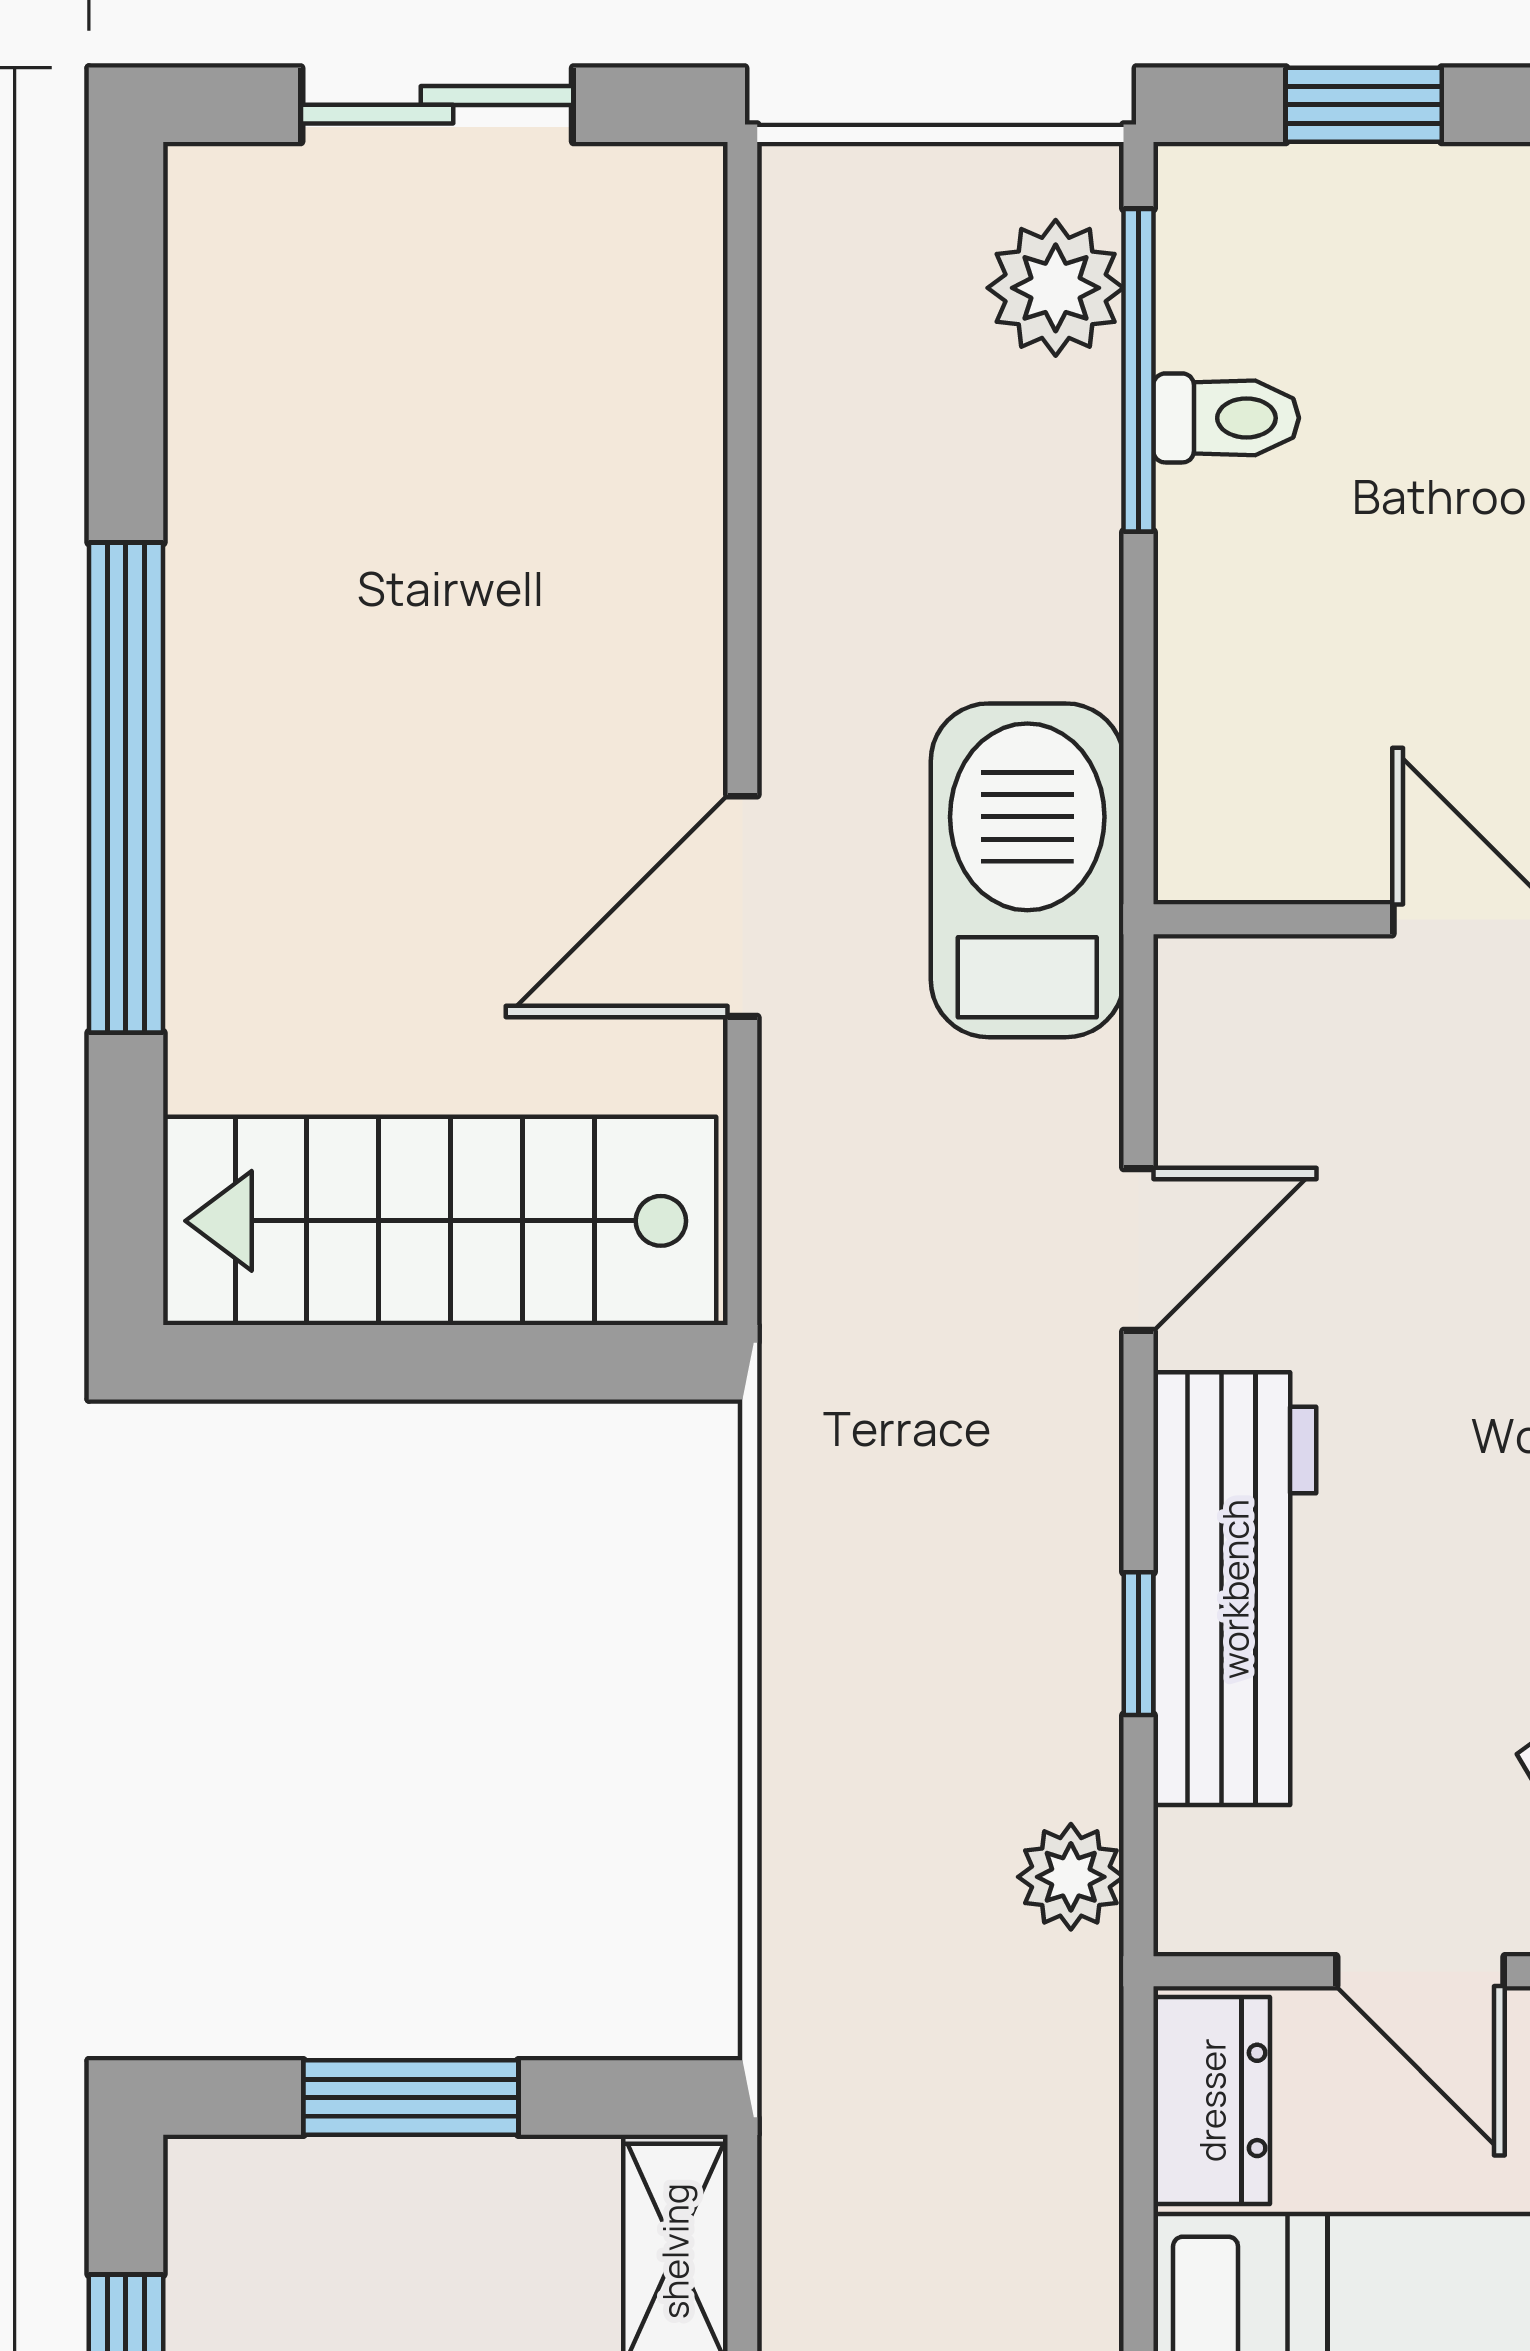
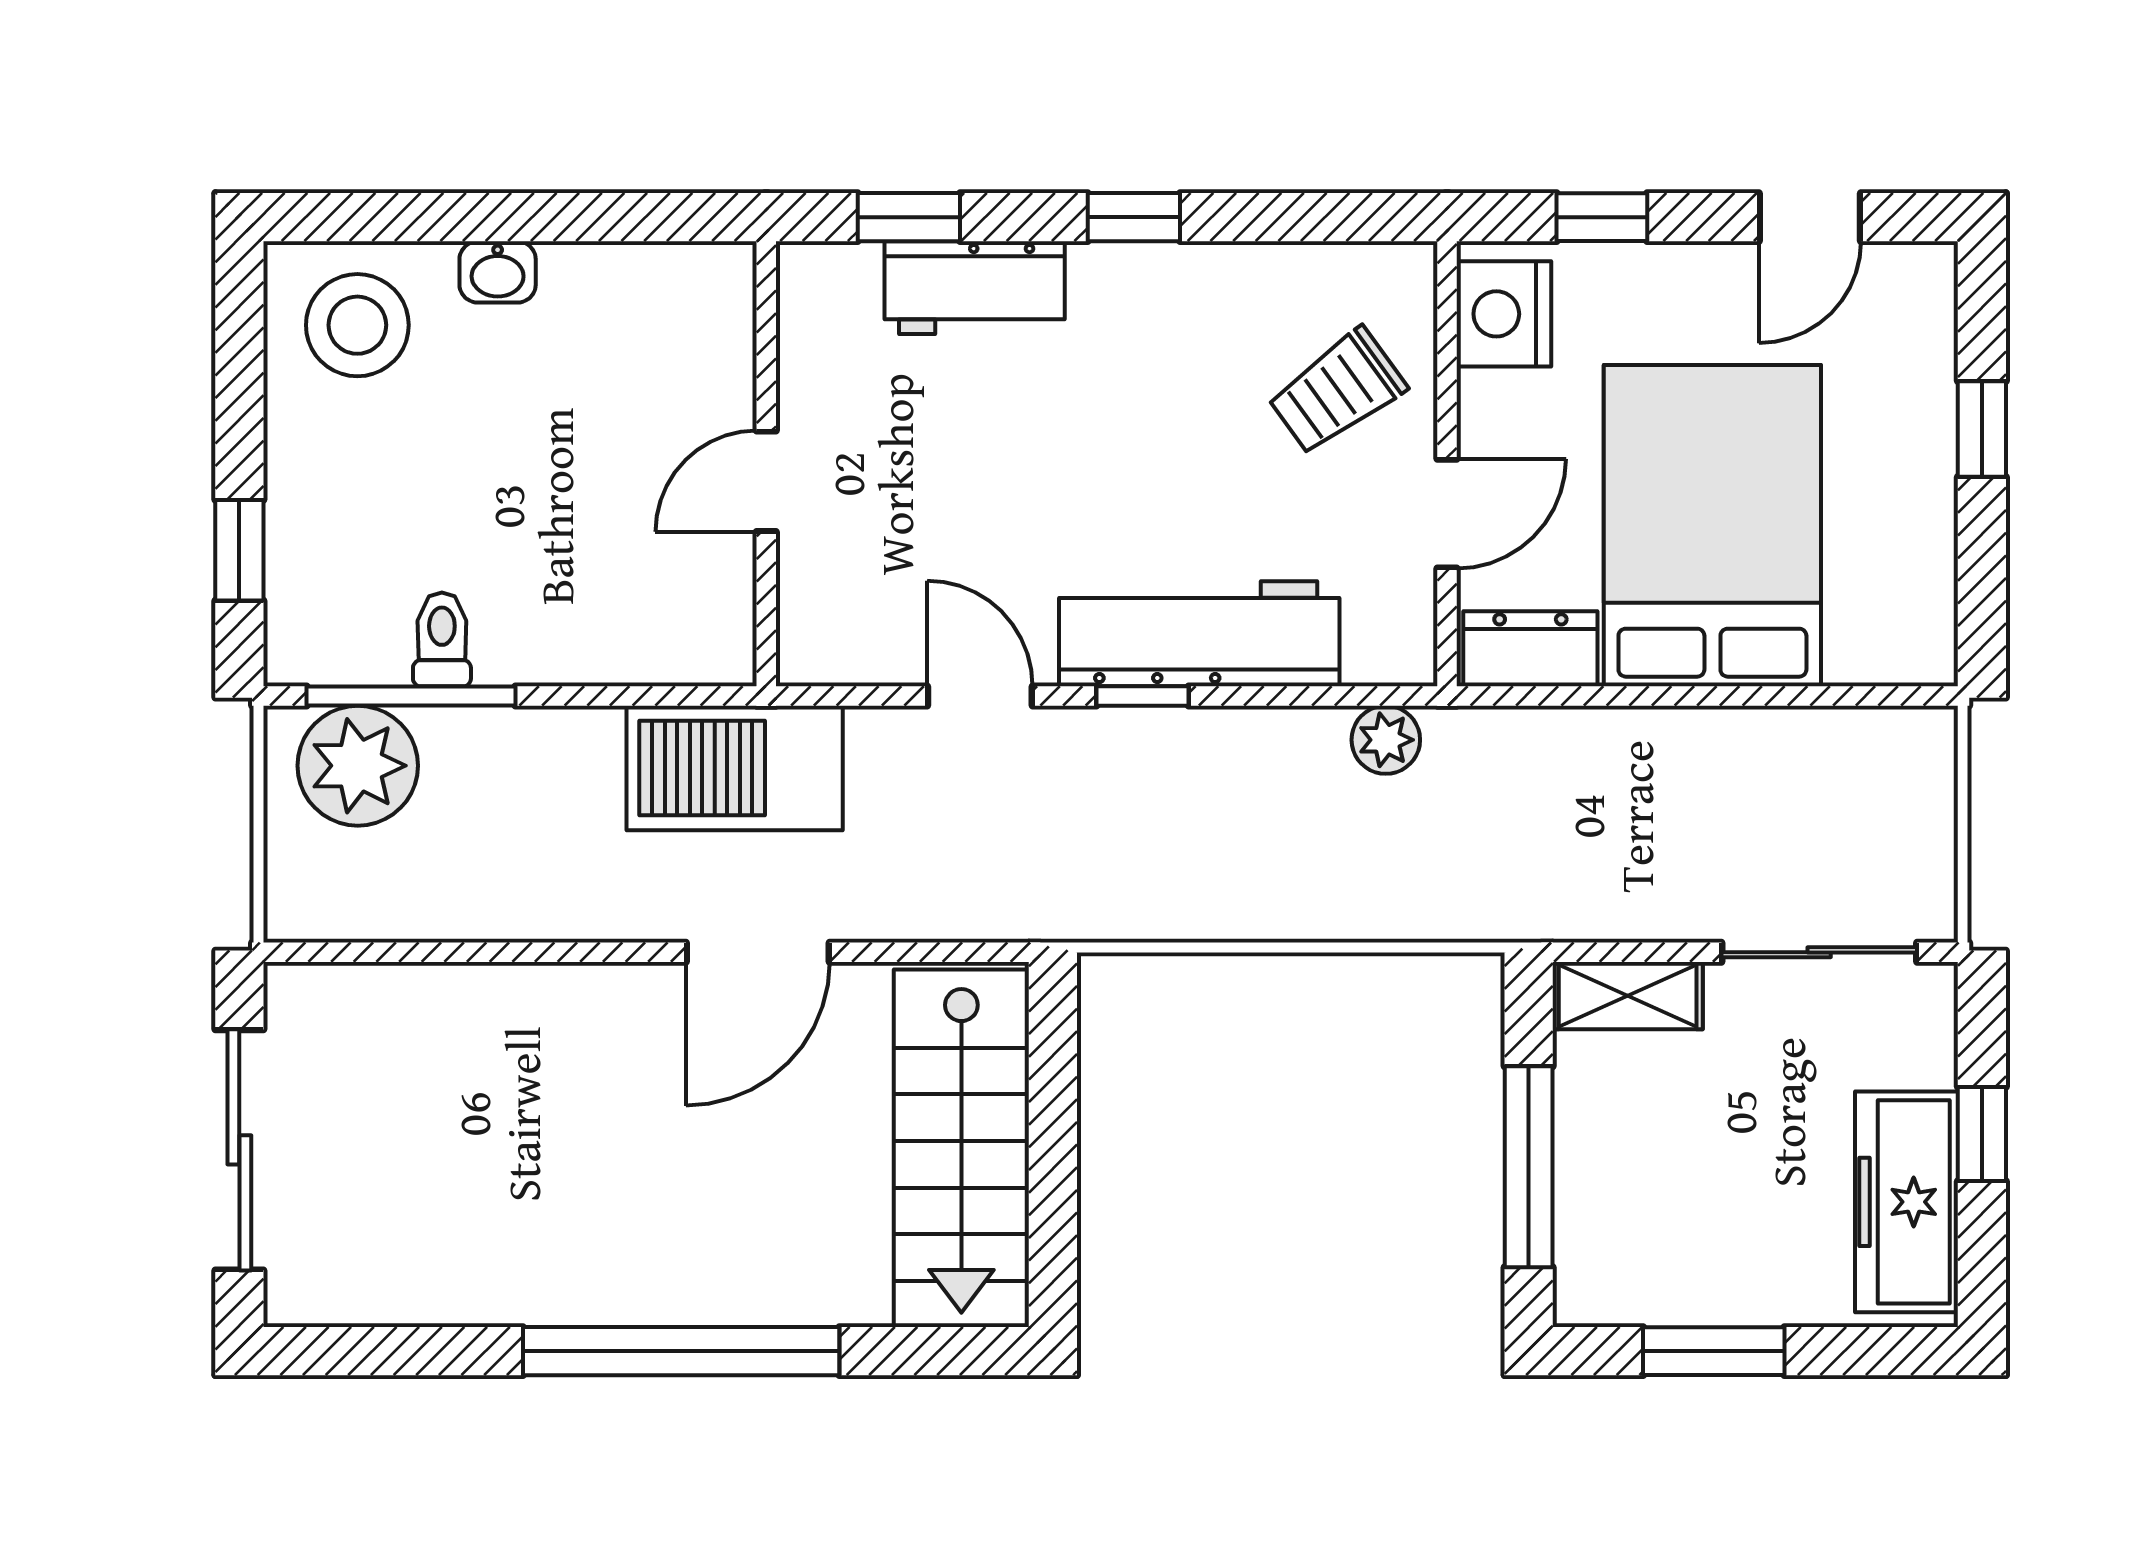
sliding door: (437, 105) -> (239, 1150), width x1.37
plant: (1056, 288) -> (358, 766), width x1.36, depth x1.36
door: (742, 906) -> (758, 952), hinge flipped
window: (1138, 1644) -> (1143, 696), moved
window: (411, 2098) -> (1529, 1167), width x1.44

